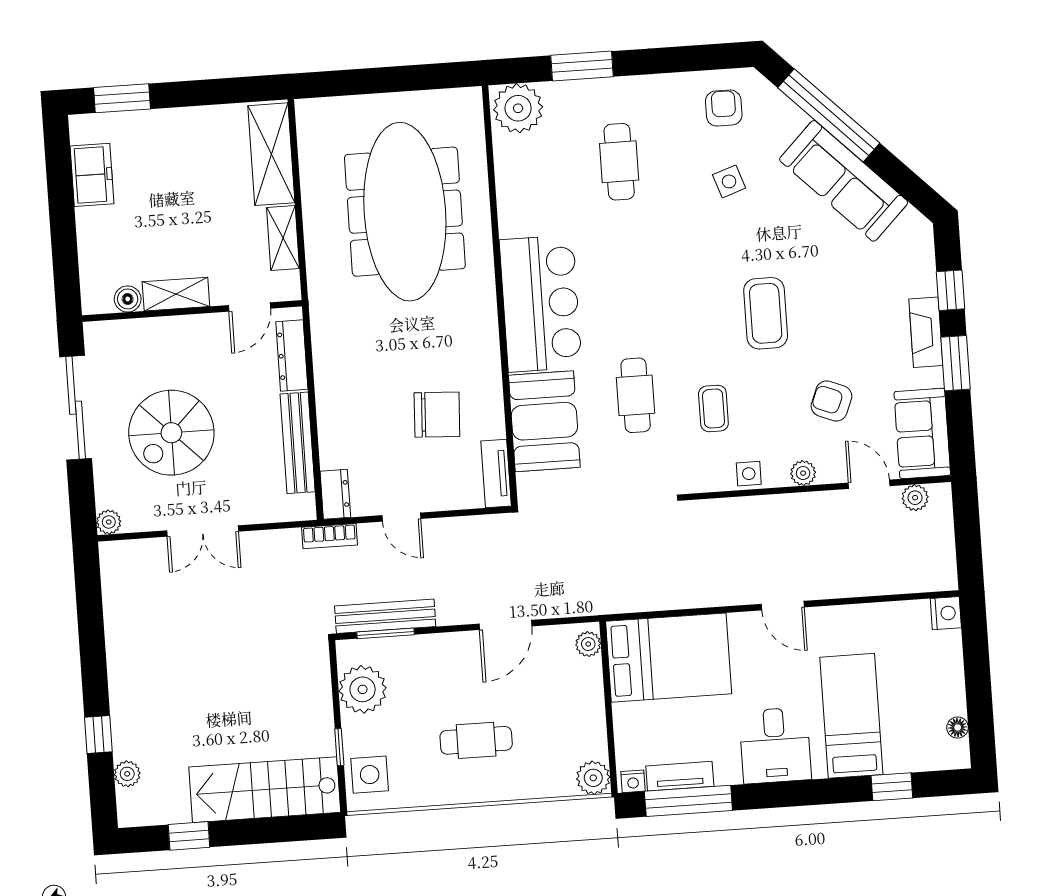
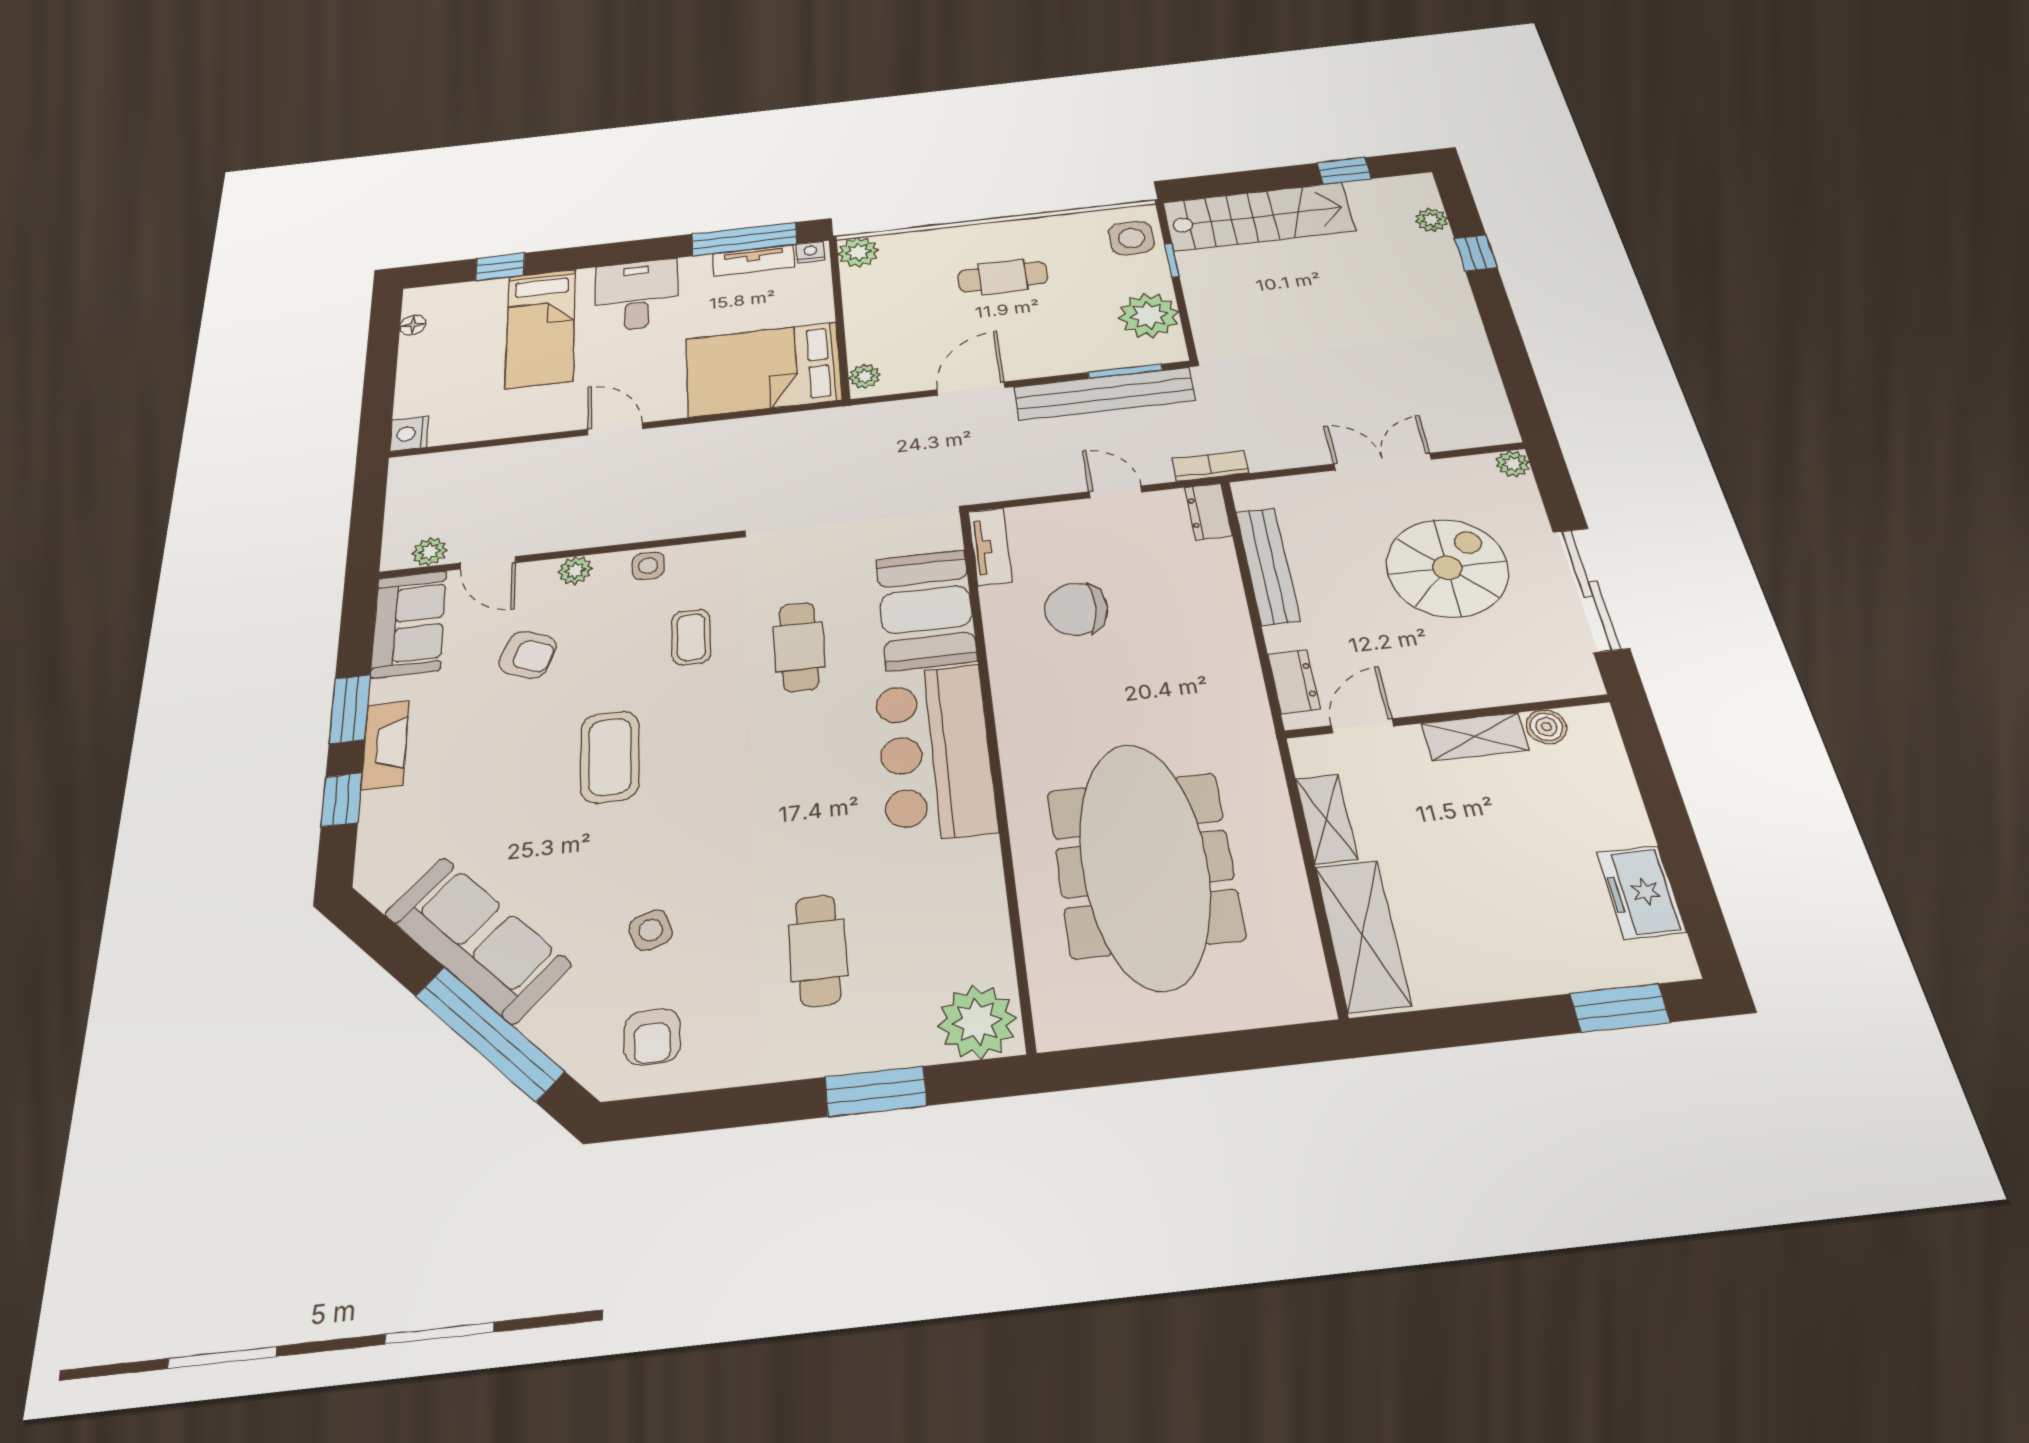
dresser: (292, 356) -> (1294, 681), width x0.70
bench: (385, 616) -> (1104, 394), width x1.37, depth x1.21

